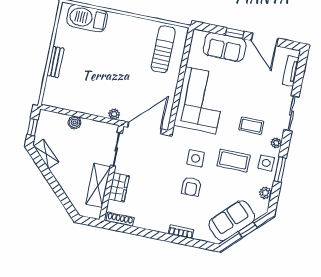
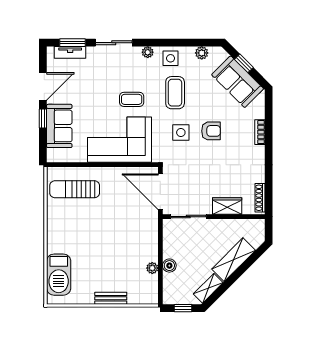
plant: (114, 114) -> (152, 268), moved
coffee table: (251, 126) -> (132, 99), moved, turned 90
window: (280, 169) -> (73, 43), moved
shelving: (98, 185) -> (234, 260), moved, turned -45

